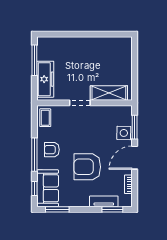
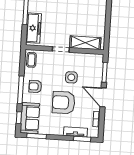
side table: (124, 133) -> (71, 77), moved
door: (135, 158) -> (103, 97), hinge flipped

